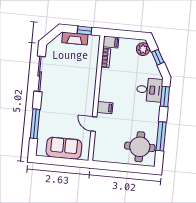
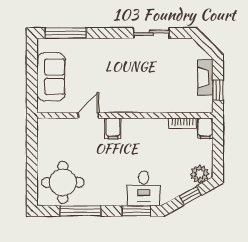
sliding door: (40, 74) -> (151, 33), width x0.73
window: (35, 124) -> (66, 33), moved

